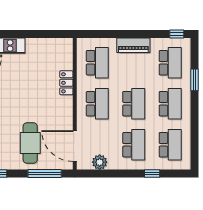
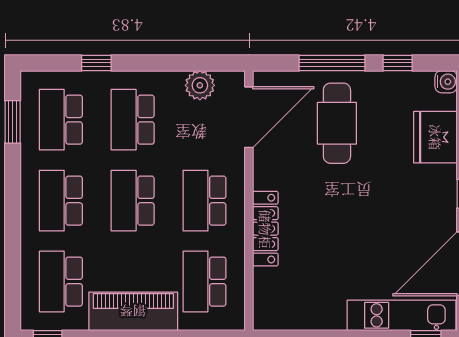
piano: (133, 45) -> (133, 311), width x1.37, depth x1.33
window: (195, 80) -> (13, 122), moved
locker: (66, 83) -> (265, 229), width x1.53
door: (75, 146) -> (249, 117), hinge flipped
window: (45, 174) -> (332, 63), moved

